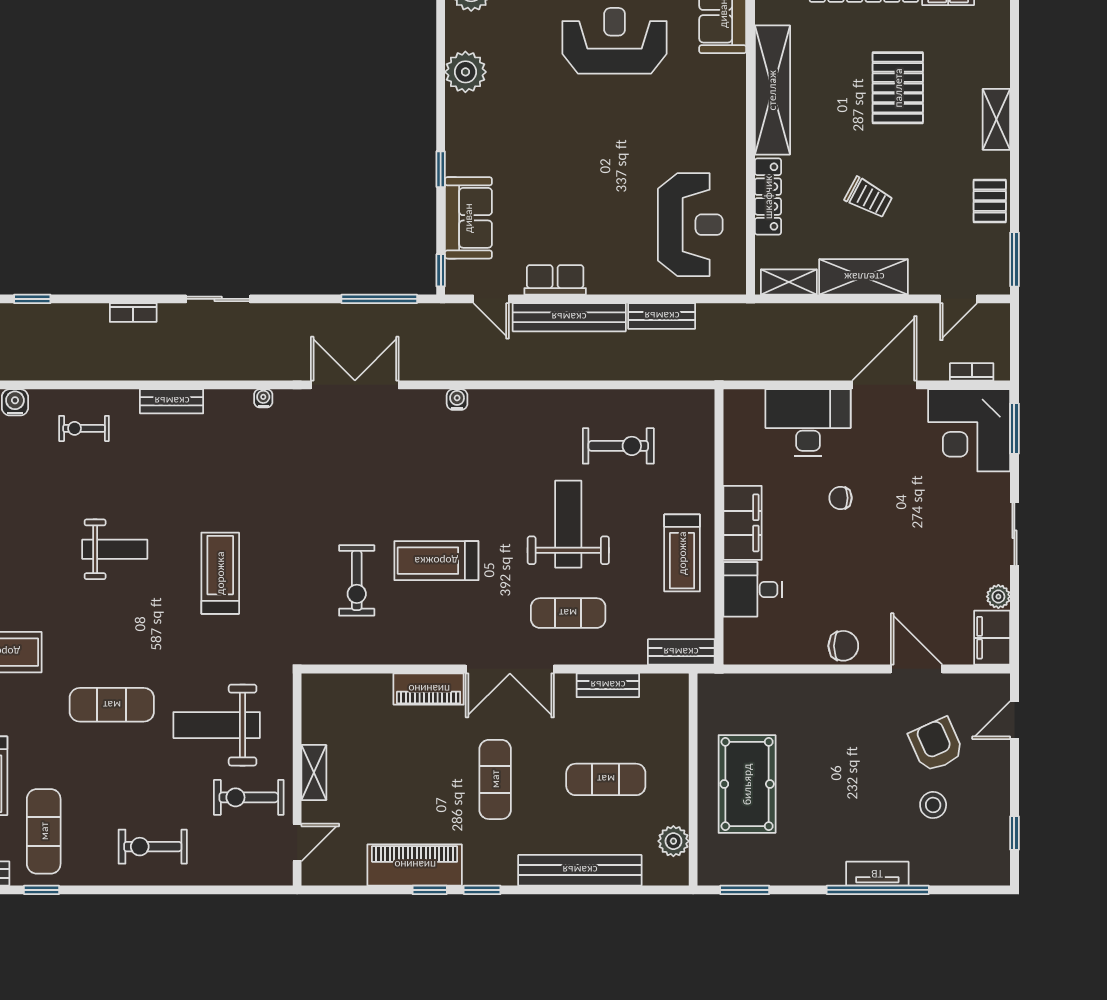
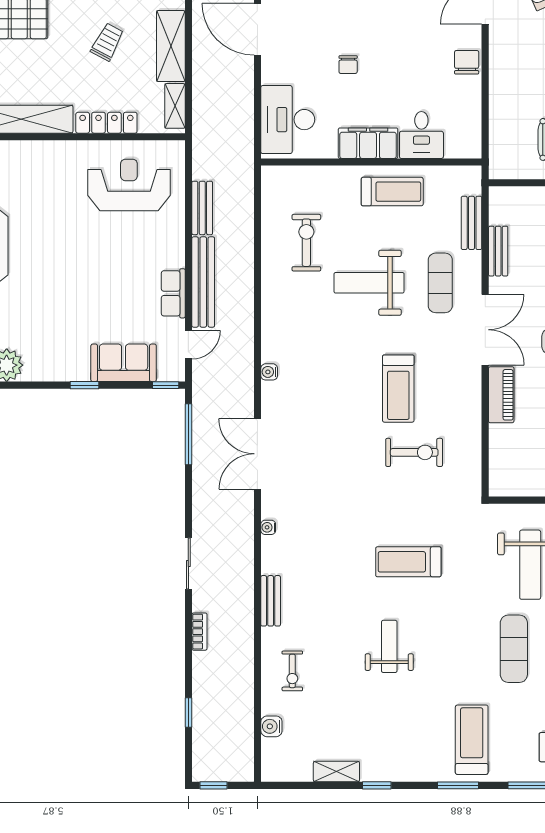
desk: (808, 423) -> (288, 120), moved
bench: (681, 652) -> (472, 223), moved

